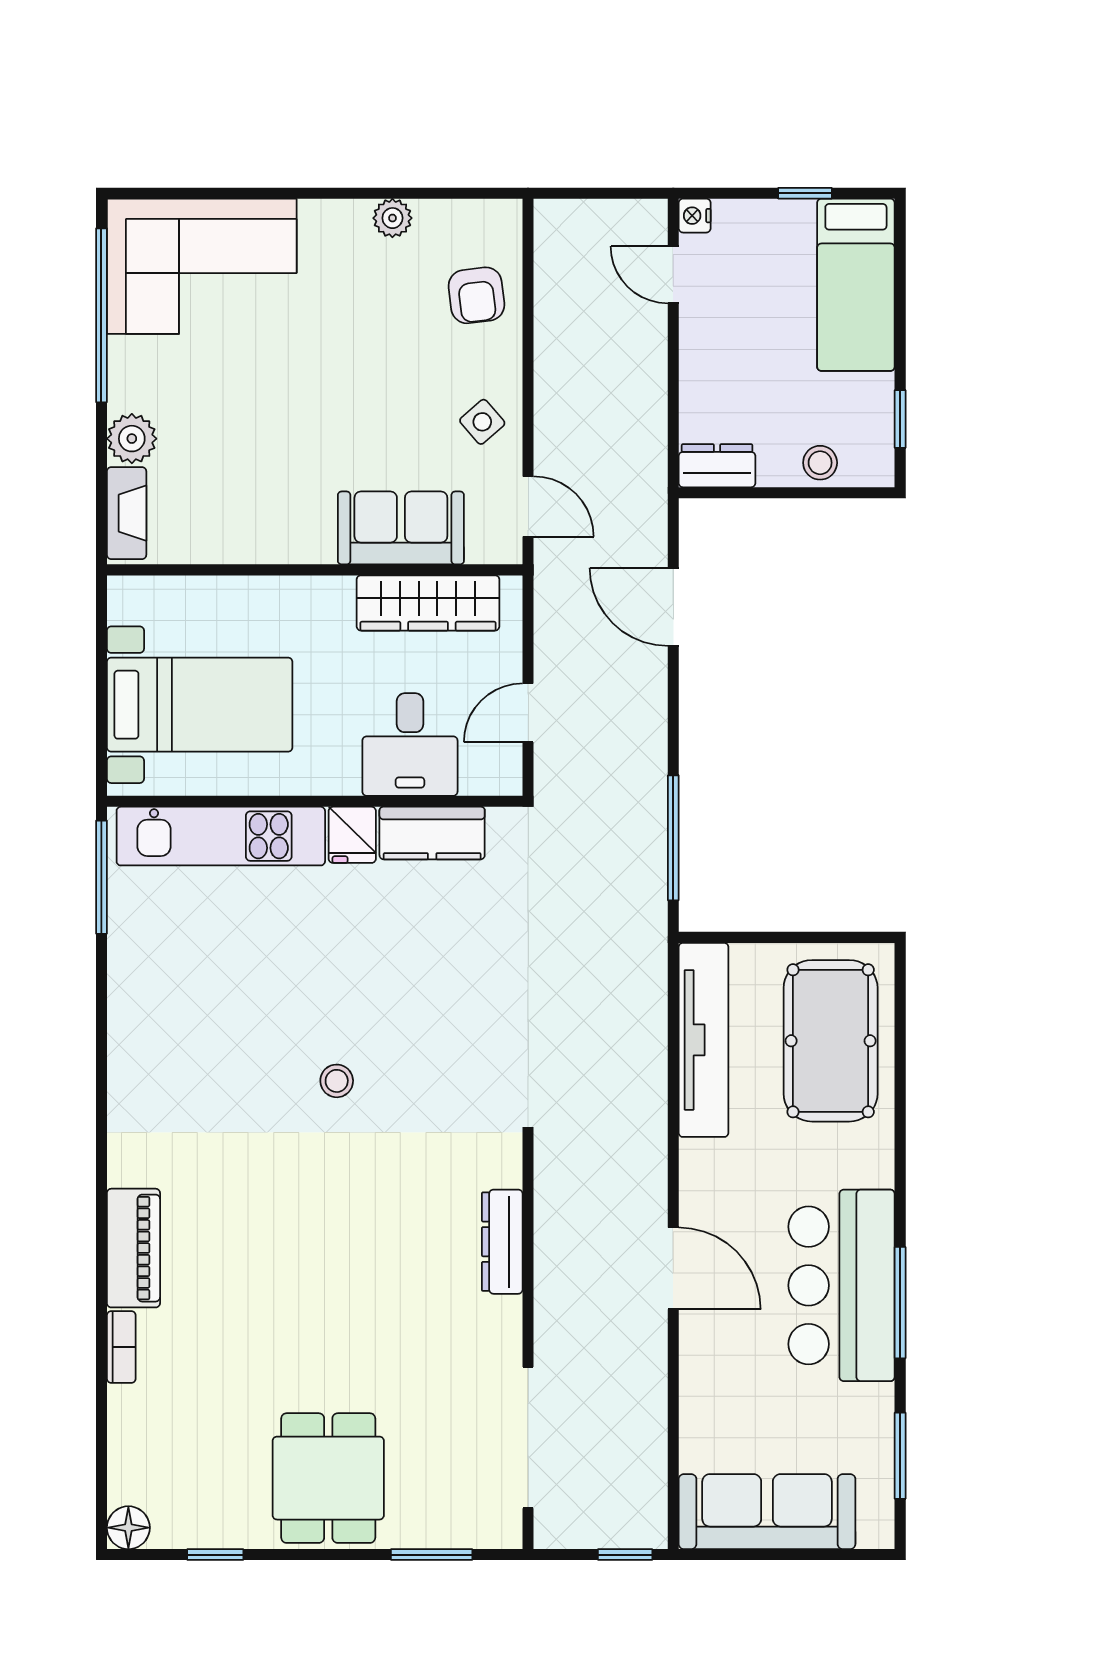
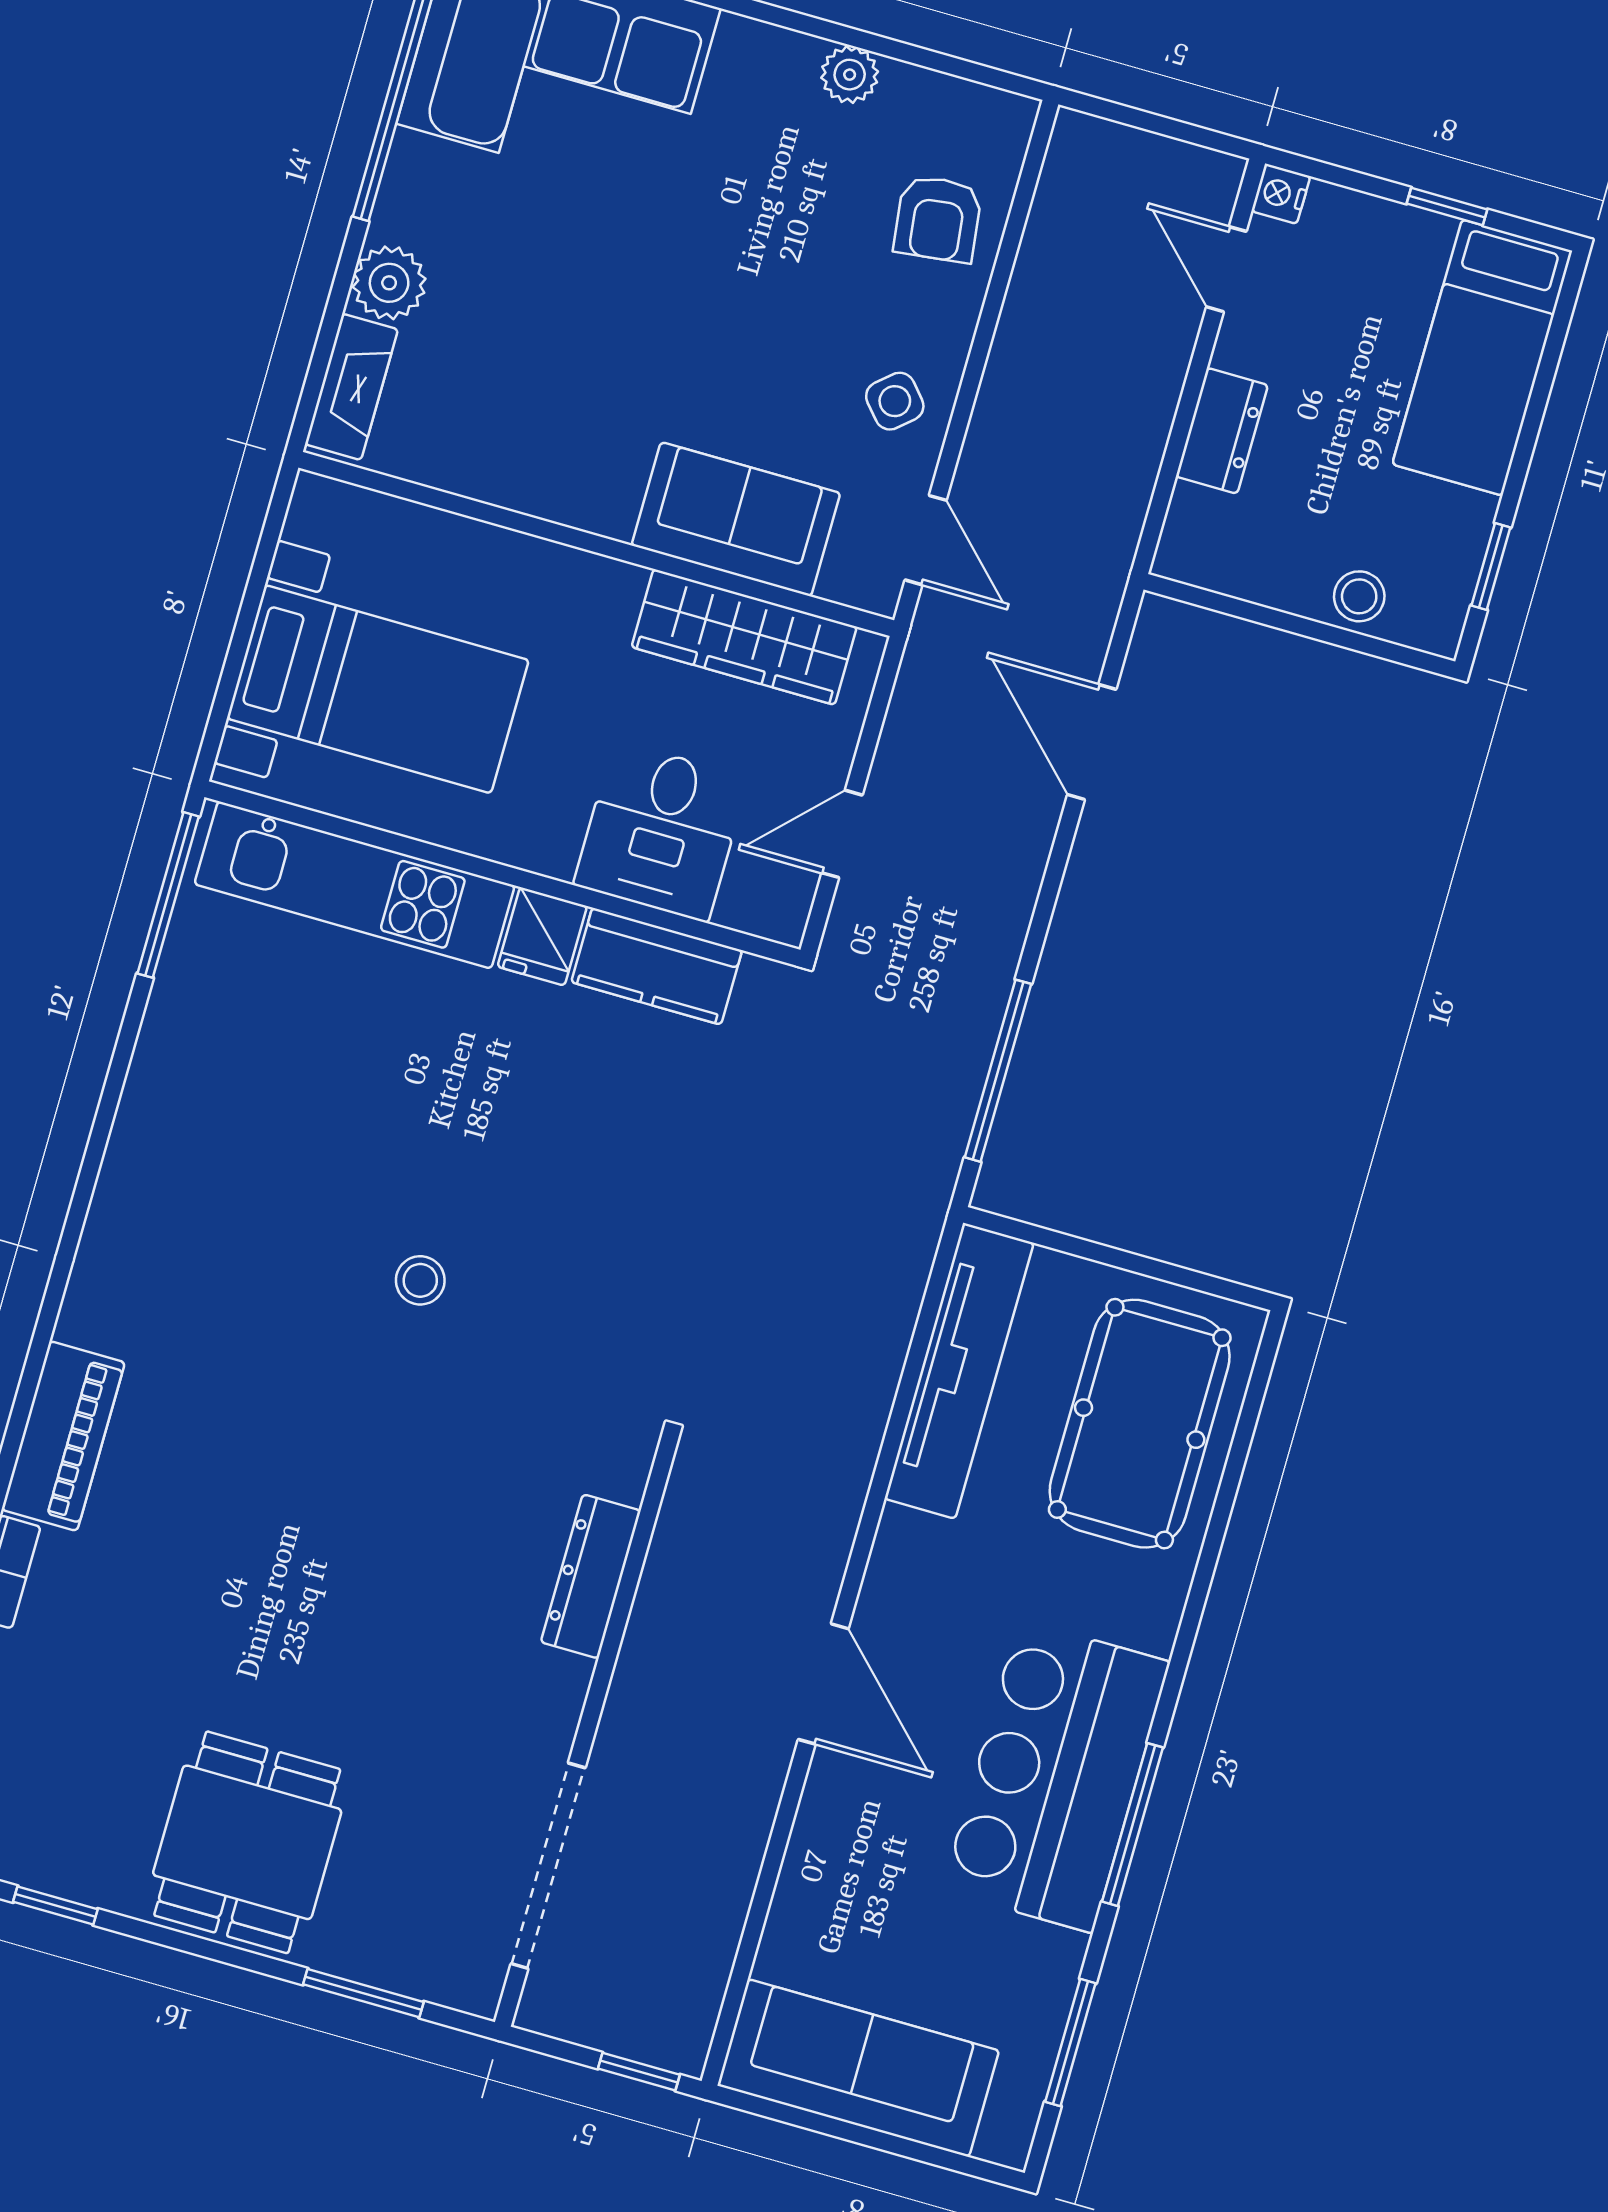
dresser: (717, 466) -> (1222, 431), moved, turned 90

